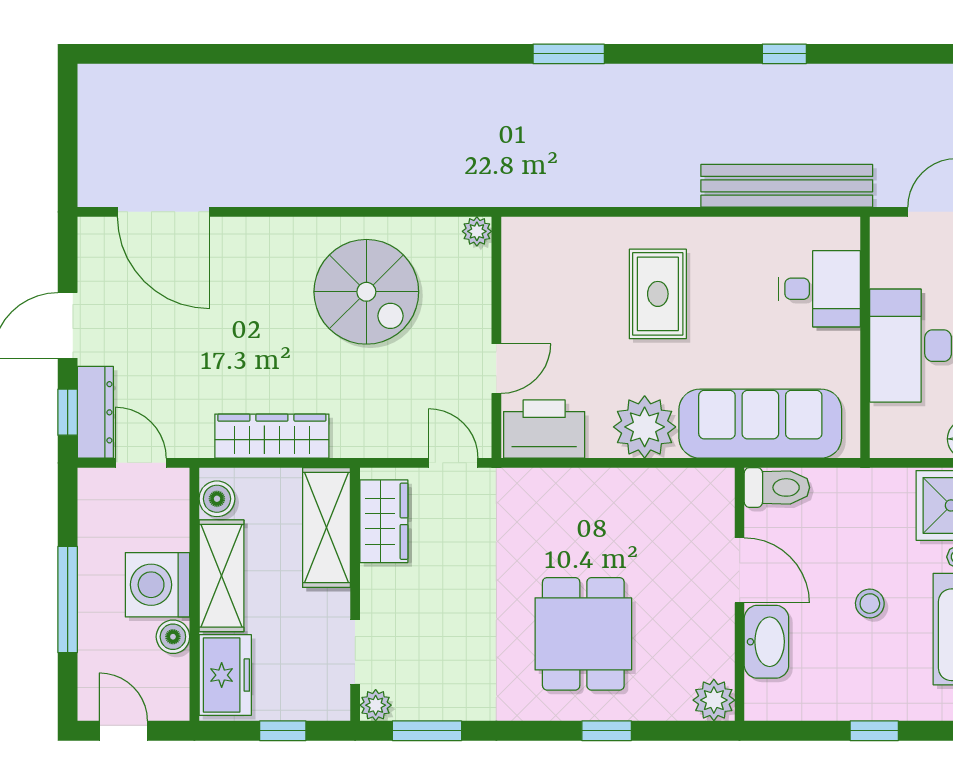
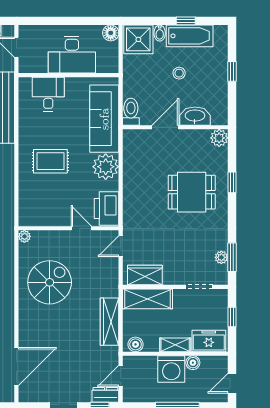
dresser: (95, 412) -> (105, 395), width x0.70
shelving: (221, 576) -> (175, 345), width x0.67, depth x0.75
plant: (376, 705) -> (221, 257), moved

